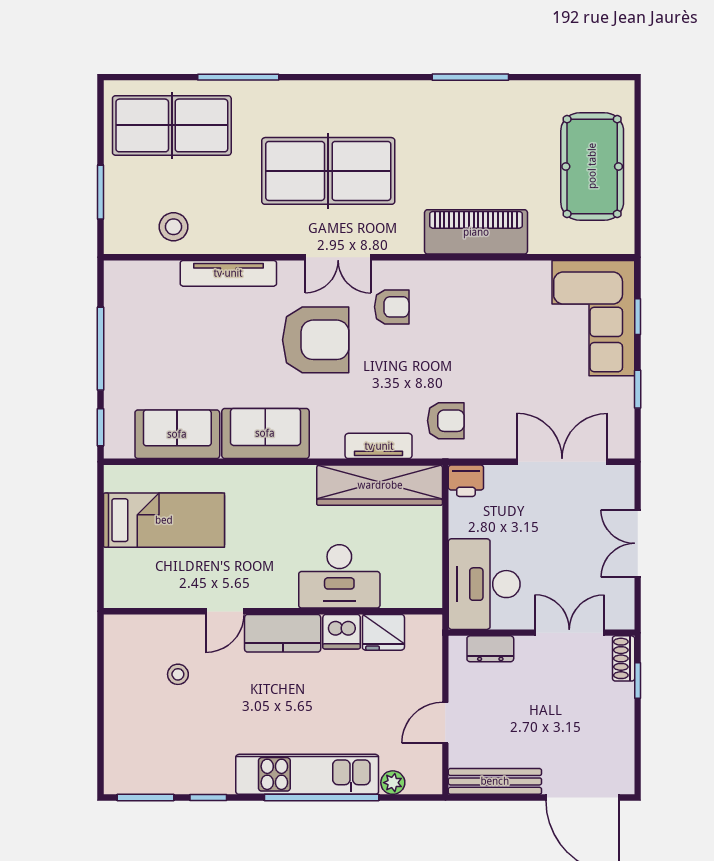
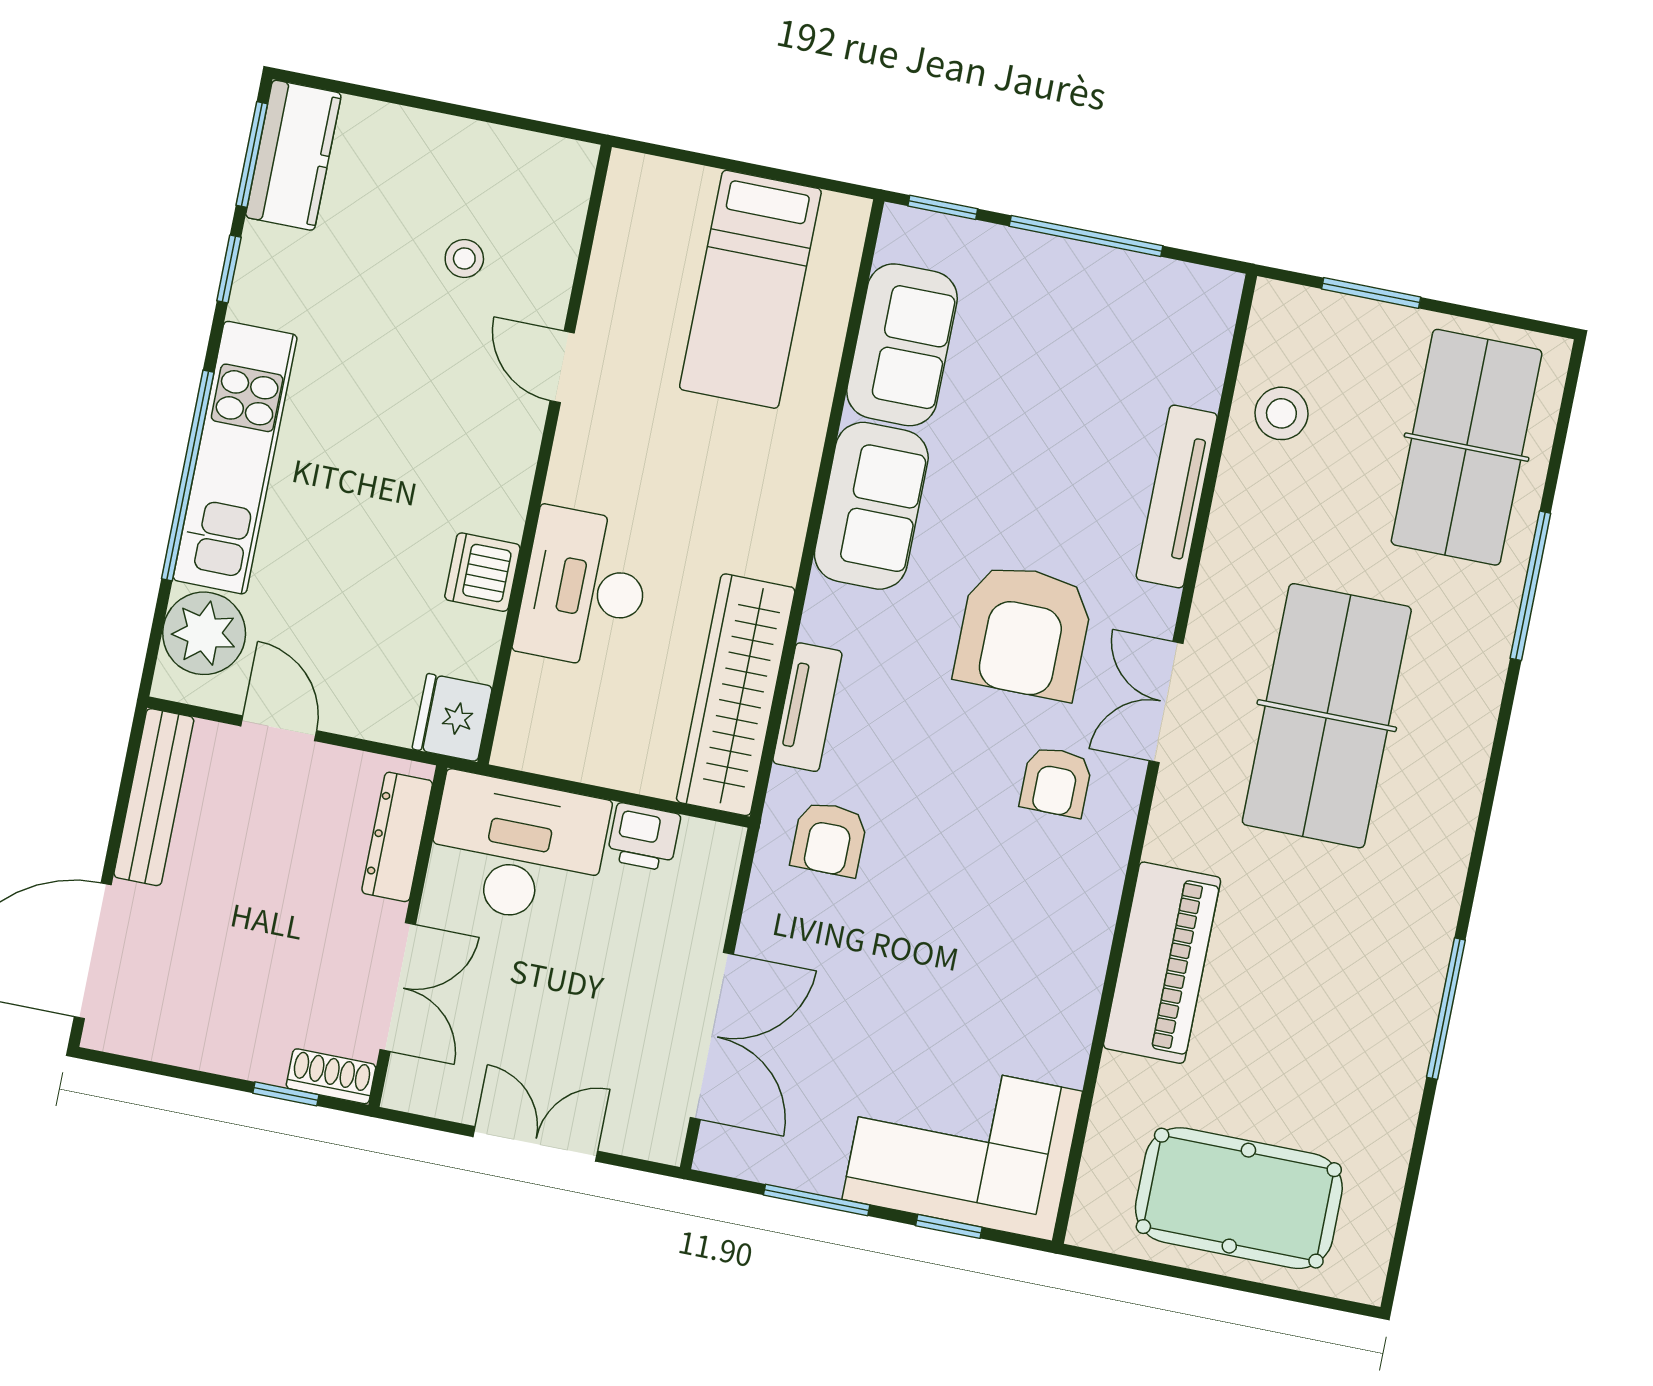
window: (638, 389) -> (817, 1200), width x1.50
printer: (466, 481) -> (644, 837), moved, turned -90
fridge: (383, 632) -> (452, 718), moved
kitchen counter: (283, 633) -> (293, 155), moved, turned 180
dresser: (490, 649) -> (397, 837), width x1.44
plant: (393, 783) -> (204, 633), width x1.87, depth x1.87

